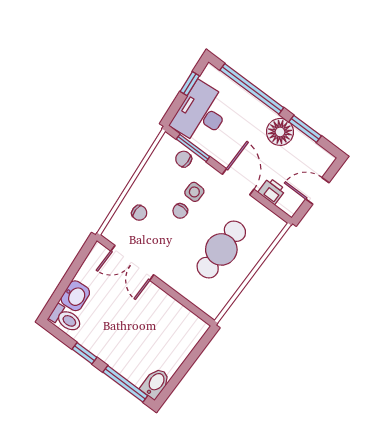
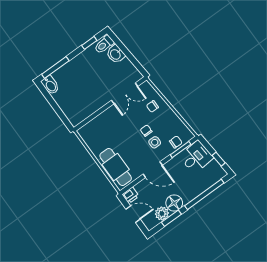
desk: (201, 113) -> (196, 157), width x0.73
plant: (302, 146) -> (162, 214), added
printer: (272, 191) -> (130, 195), moved
door: (317, 191) -> (133, 214), hinge flipped
cafe table: (221, 249) -> (116, 167), moved
double door: (132, 263) -> (125, 93), swing flipped
window: (85, 353) -> (89, 43), moved

